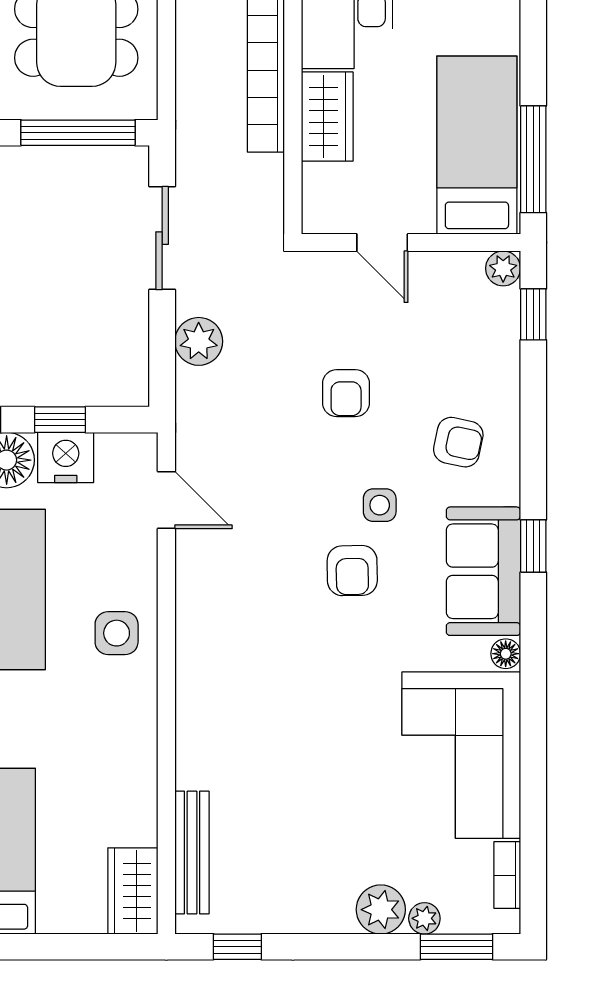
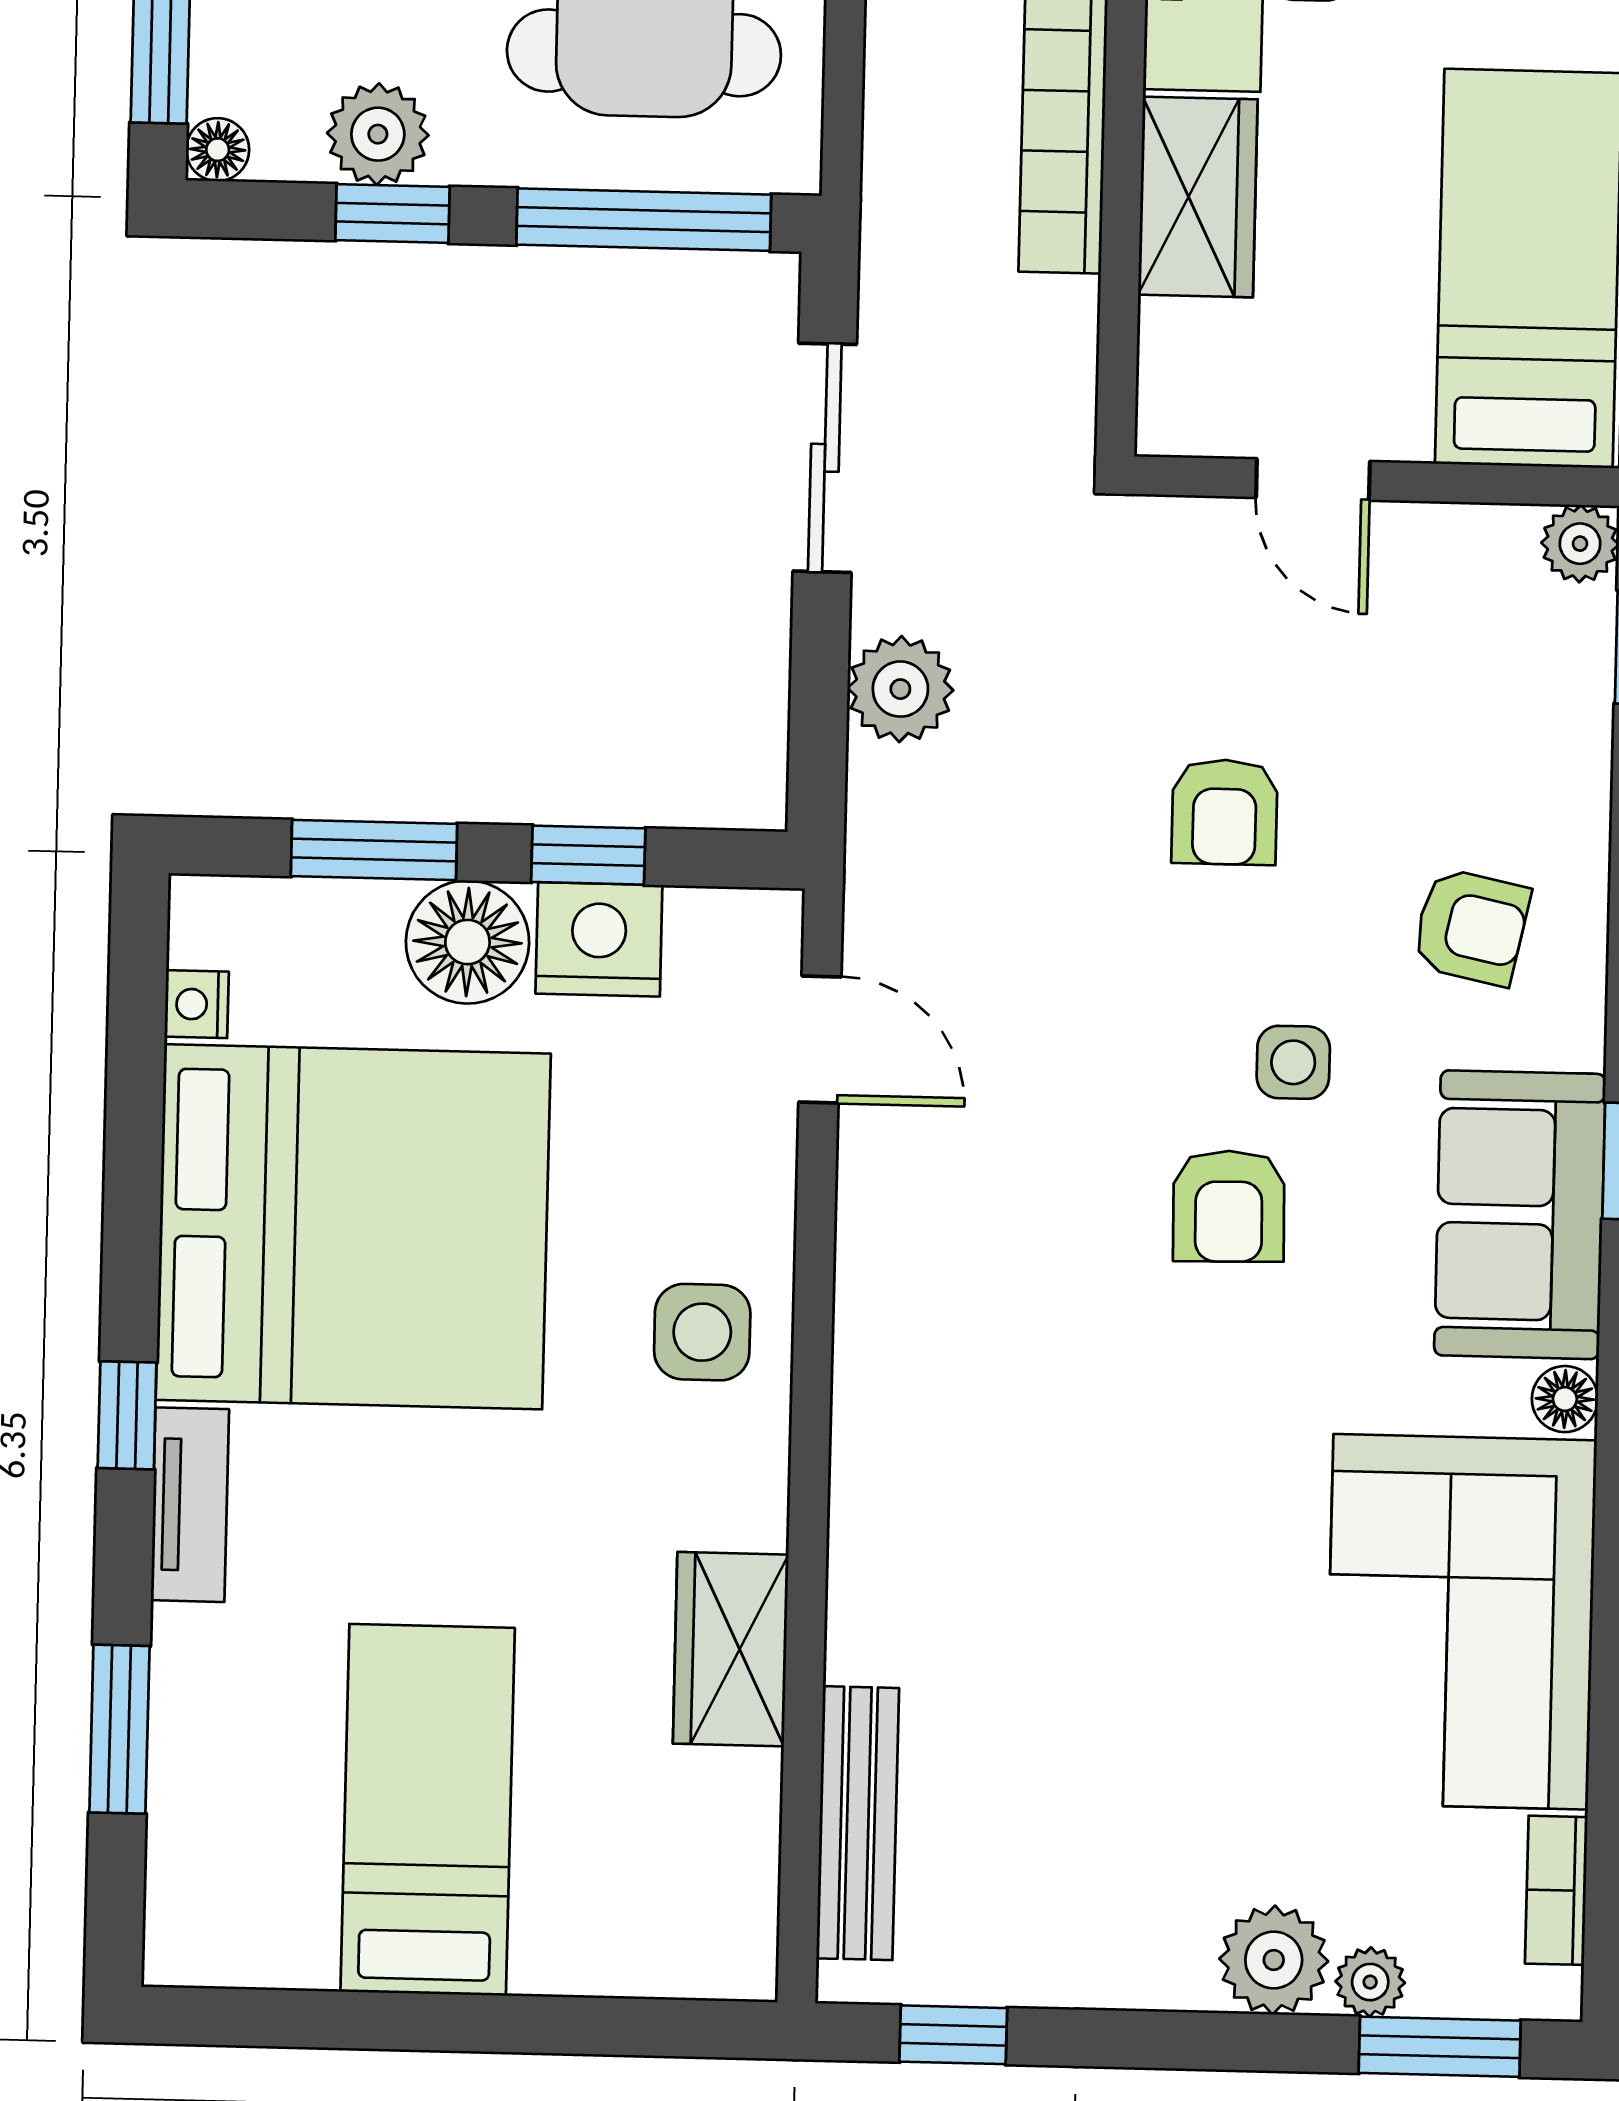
wardrobe: (133, 891) -> (731, 1649), moved

